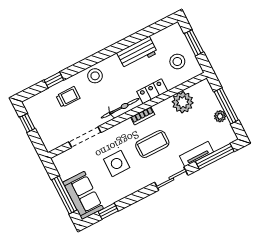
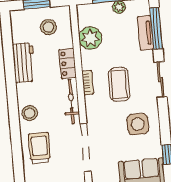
window: (54, 80) -> (17, 155), removed
trolley: (68, 97) -> (39, 148), width x1.36, depth x1.39
doorway: (85, 137) -> (85, 148), width x1.36
tv unit: (197, 154) -> (145, 33), moved
side table: (117, 163) -> (138, 124), moved

